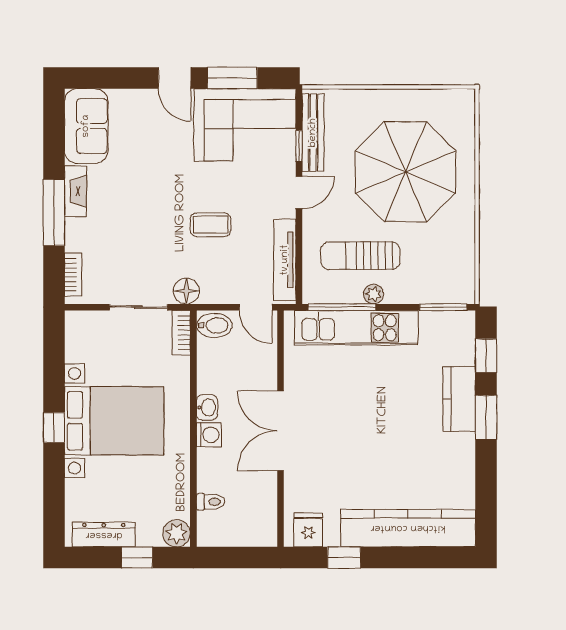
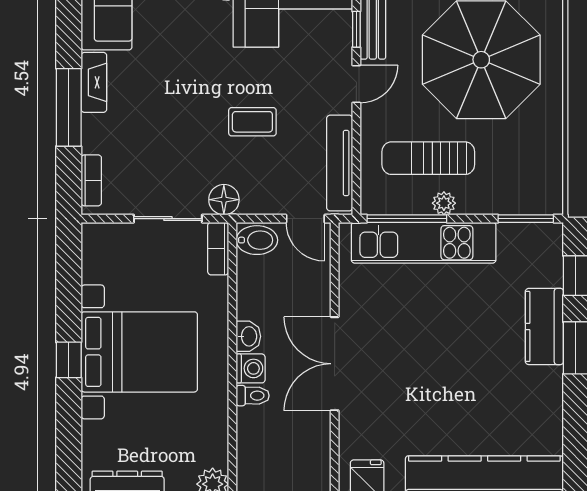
toilet: (211, 502) -> (253, 396), moved

